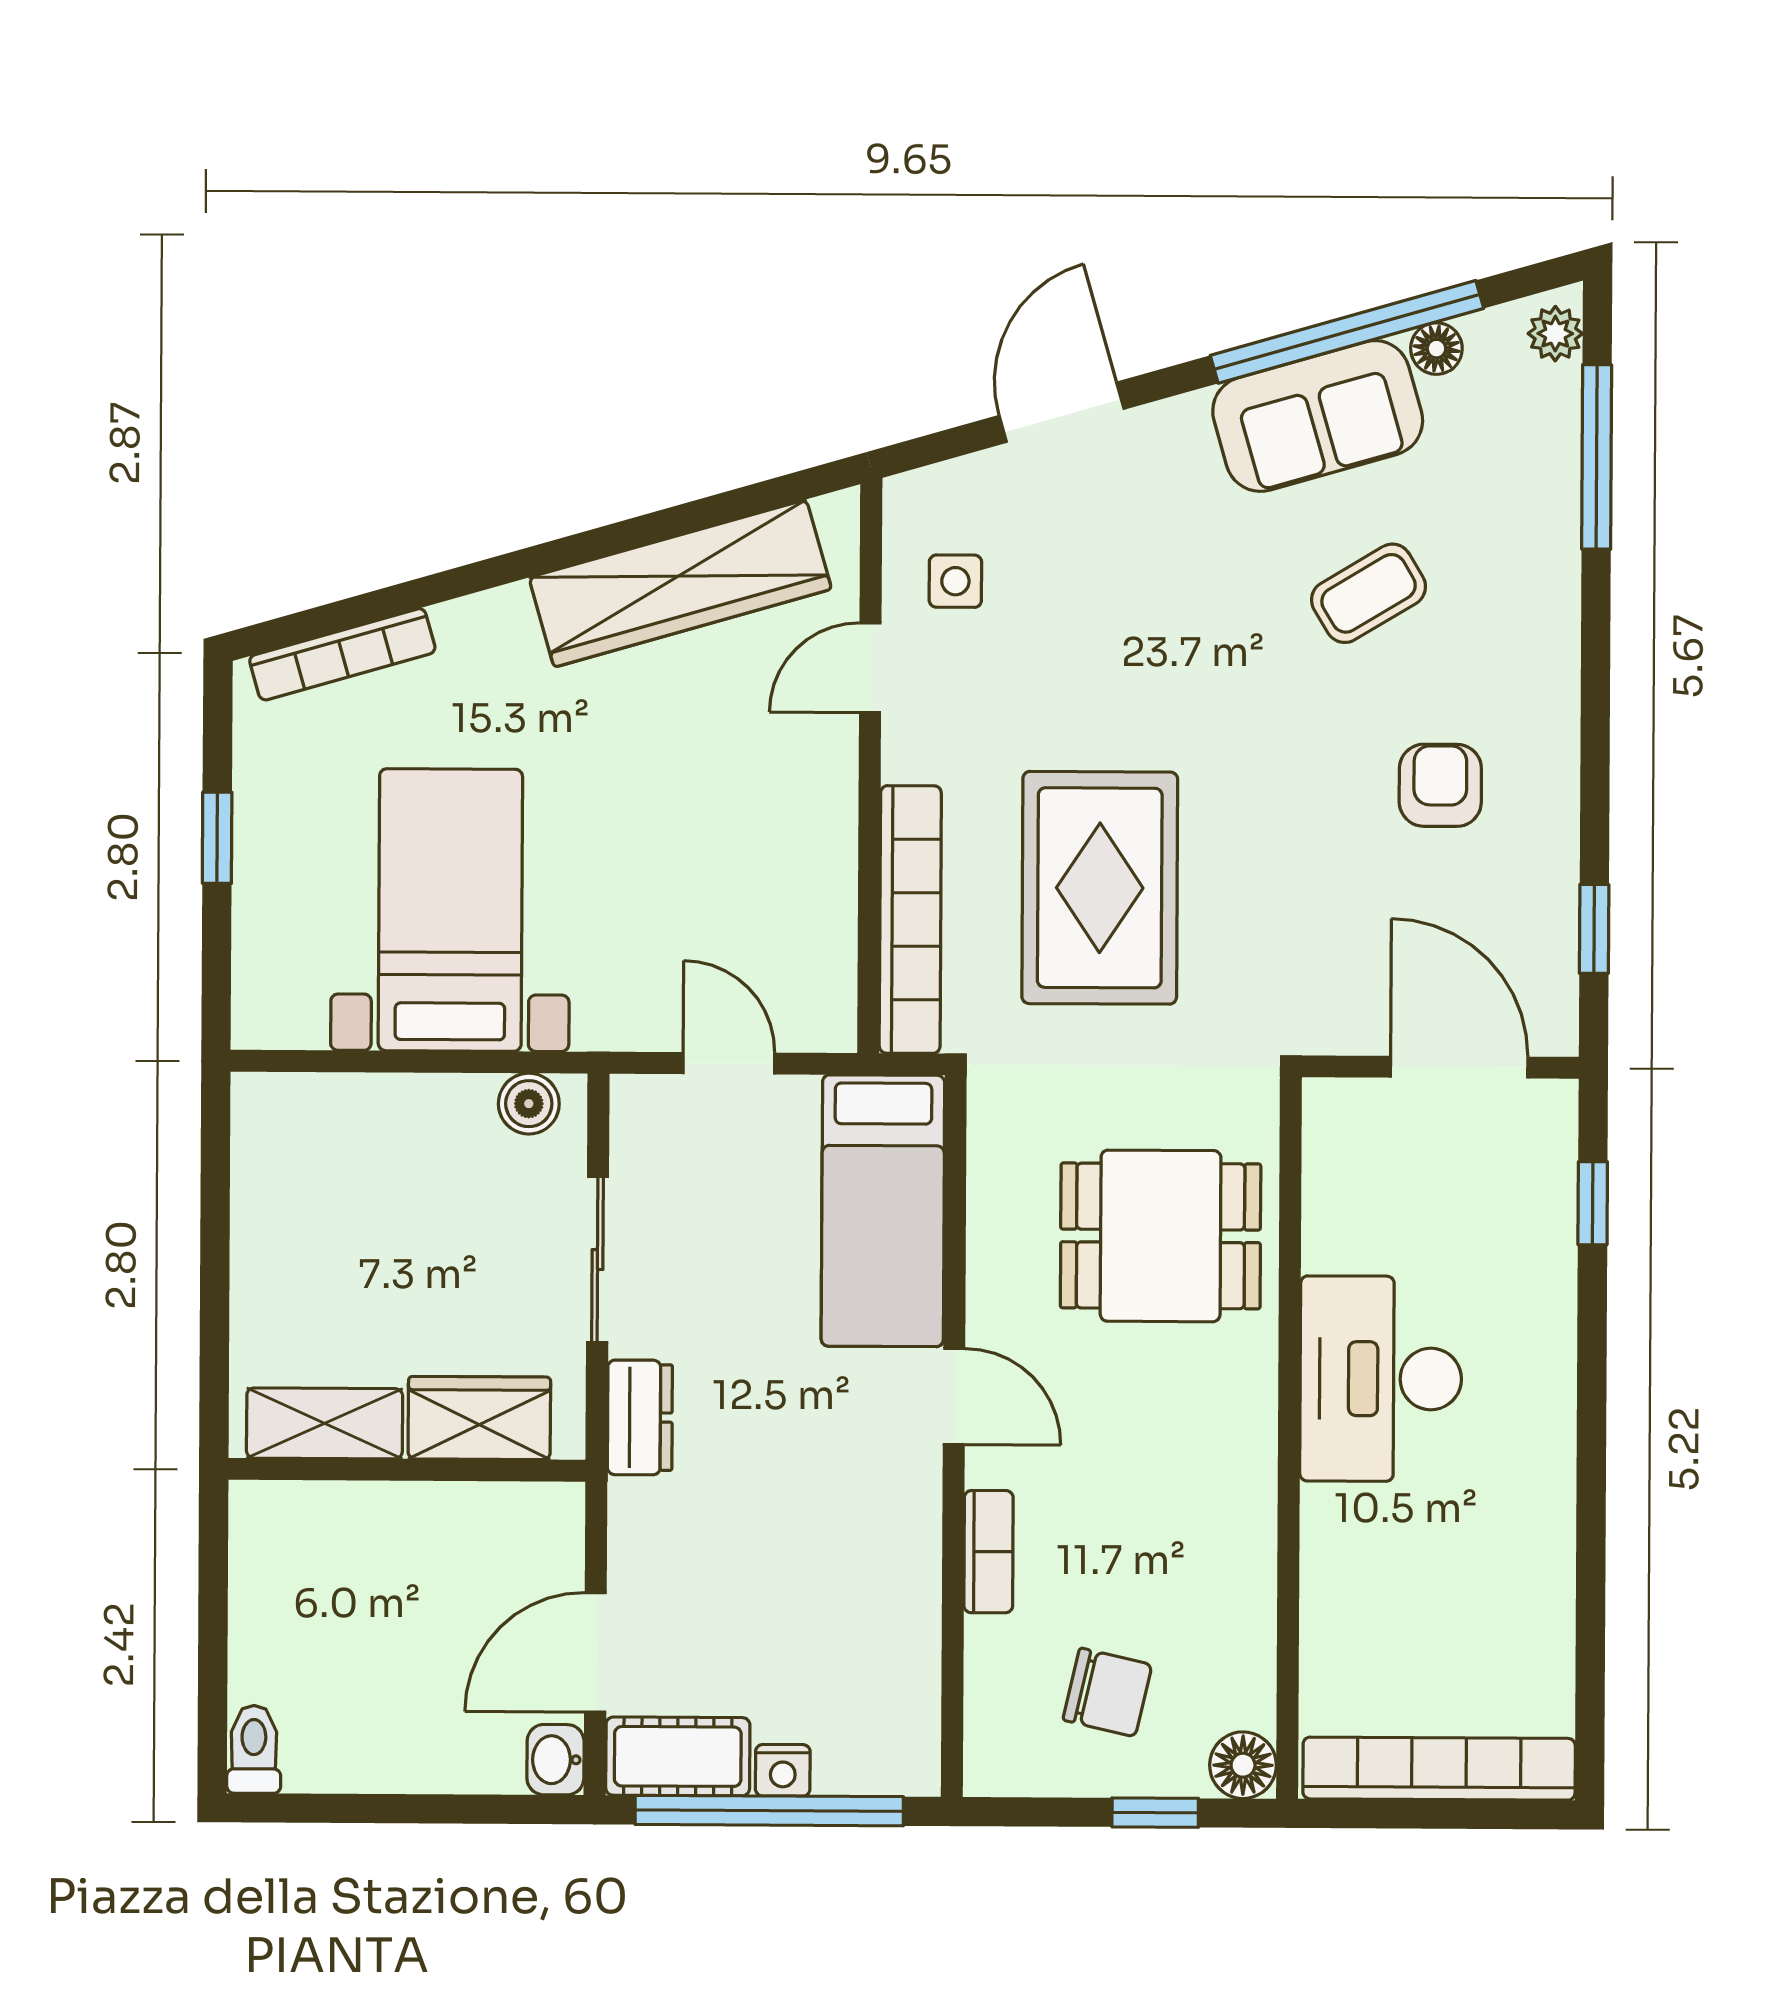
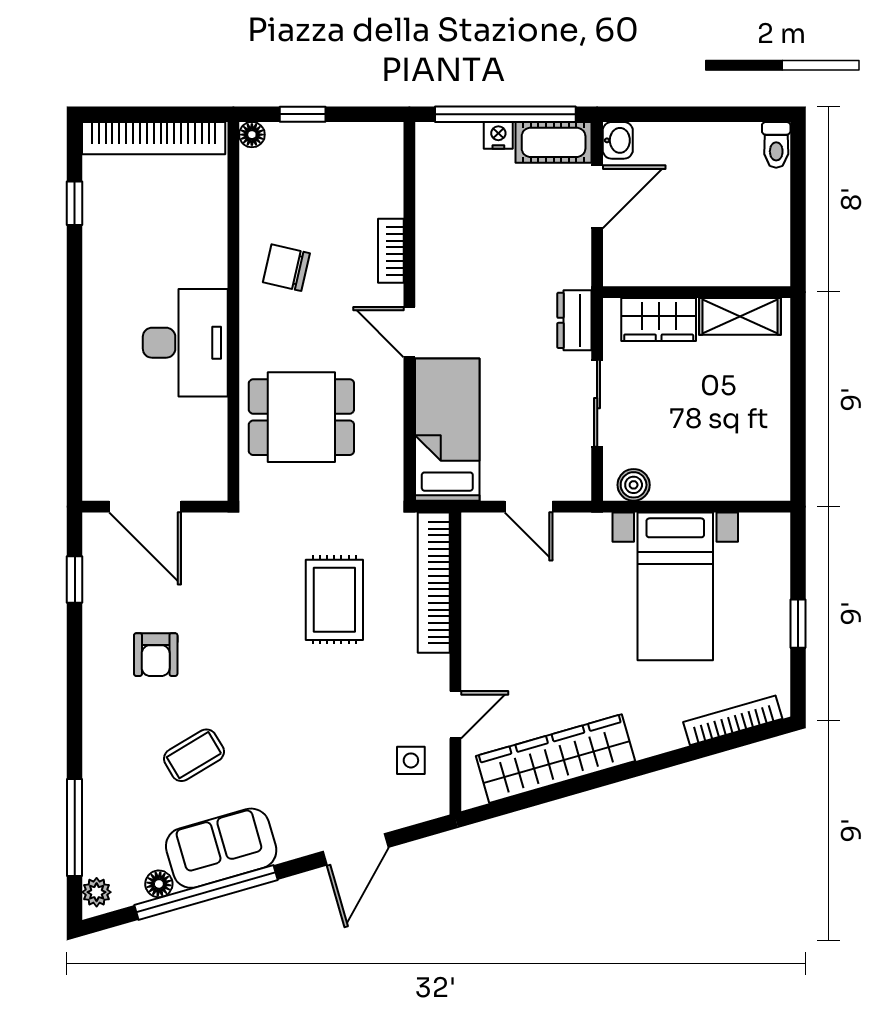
rug: (1100, 888) -> (334, 600), width x0.73, depth x0.70
window: (1593, 1203) -> (75, 203), moved
chair: (1107, 1692) -> (286, 268), moved
floor lamp: (1243, 1765) -> (252, 135), width x0.73, depth x0.73

